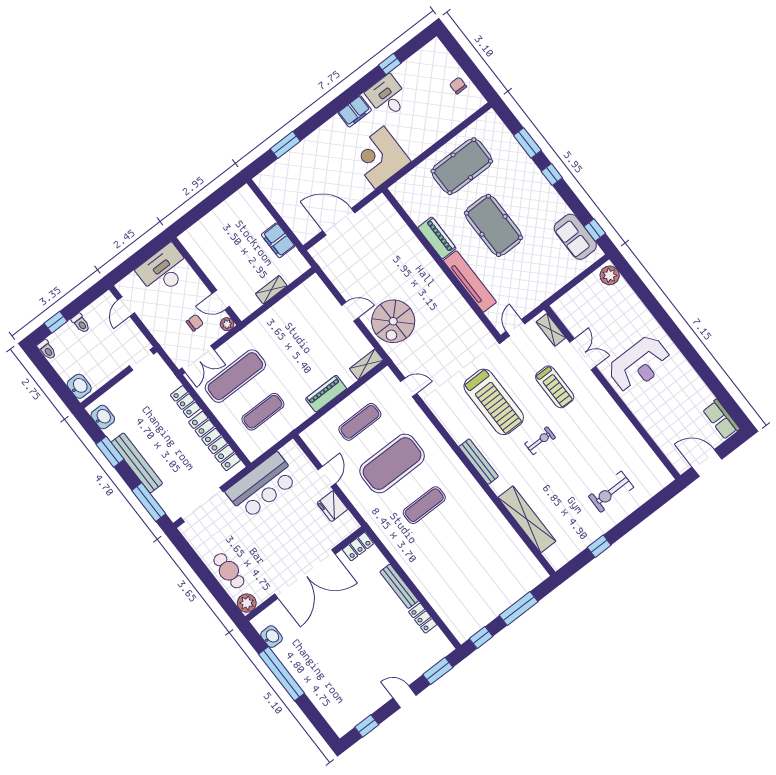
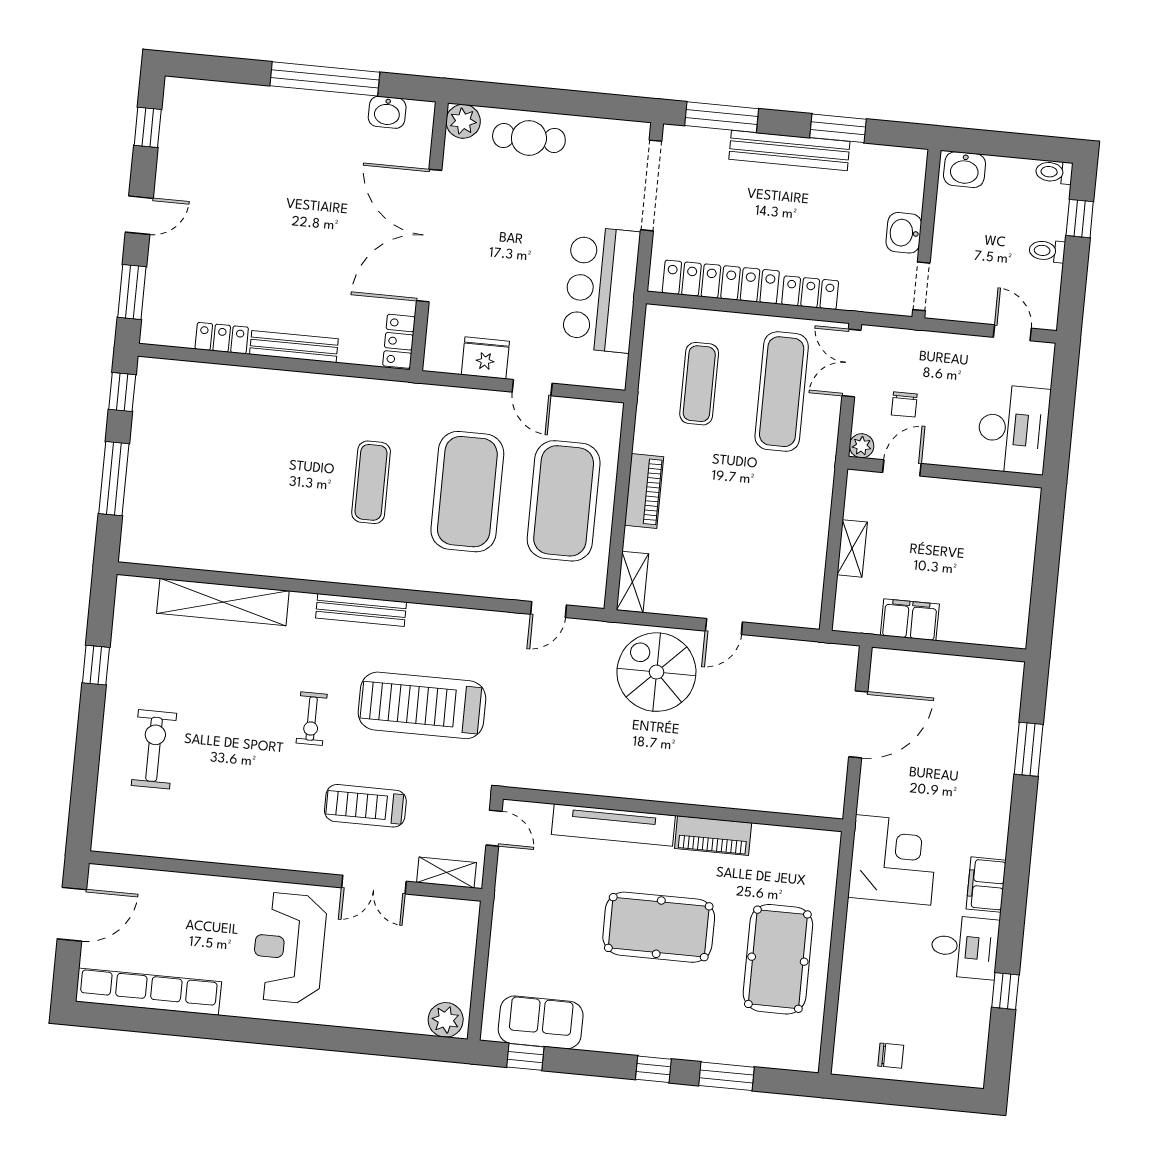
washbasin: (103, 417) -> (904, 233), moved, turned 90
row of seats: (721, 419) -> (148, 992), width x2.02
exercise mat: (360, 422) -> (564, 501), width x2.00, depth x1.45

